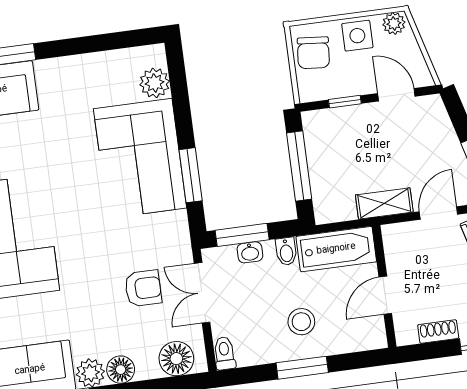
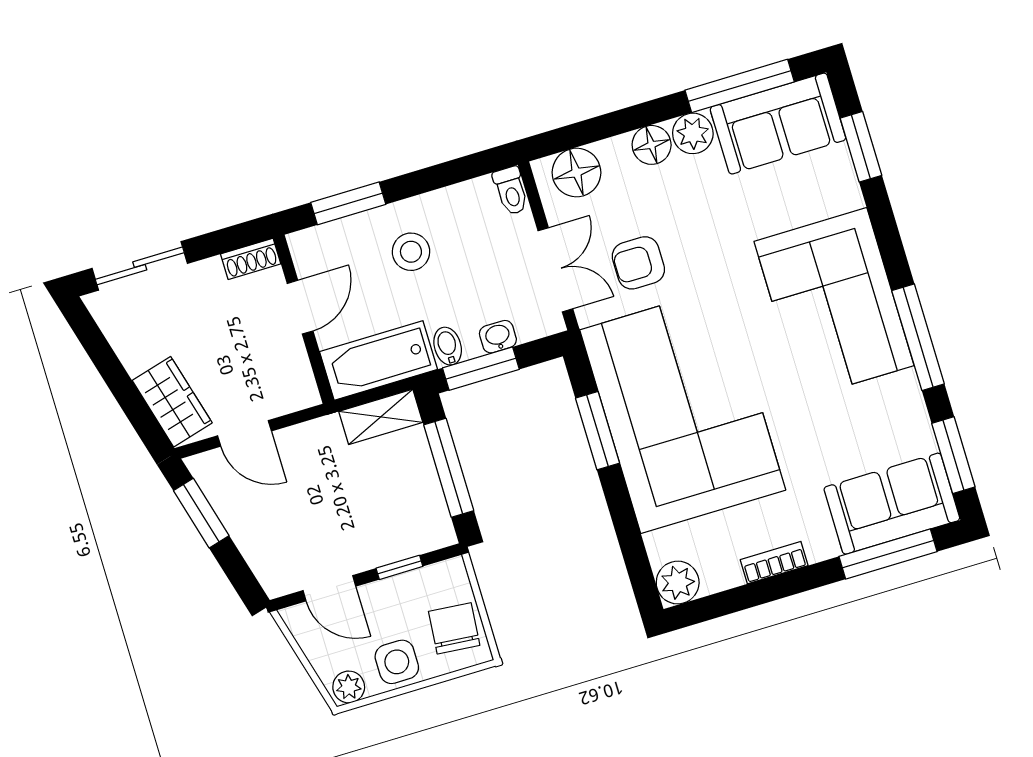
bookcase: (82, 63) -> (774, 563), added
plant: (155, 83) -> (678, 583), moved
corner sofa: (140, 158) -> (683, 410), width x1.36, depth x1.36
shelving: (384, 204) -> (381, 417), moved
door: (438, 213) -> (245, 433), hinge flipped
window: (242, 235) -> (481, 369), moved
shoe rack: (438, 332) -> (251, 259), moved
window: (302, 368) -> (348, 203), moved

